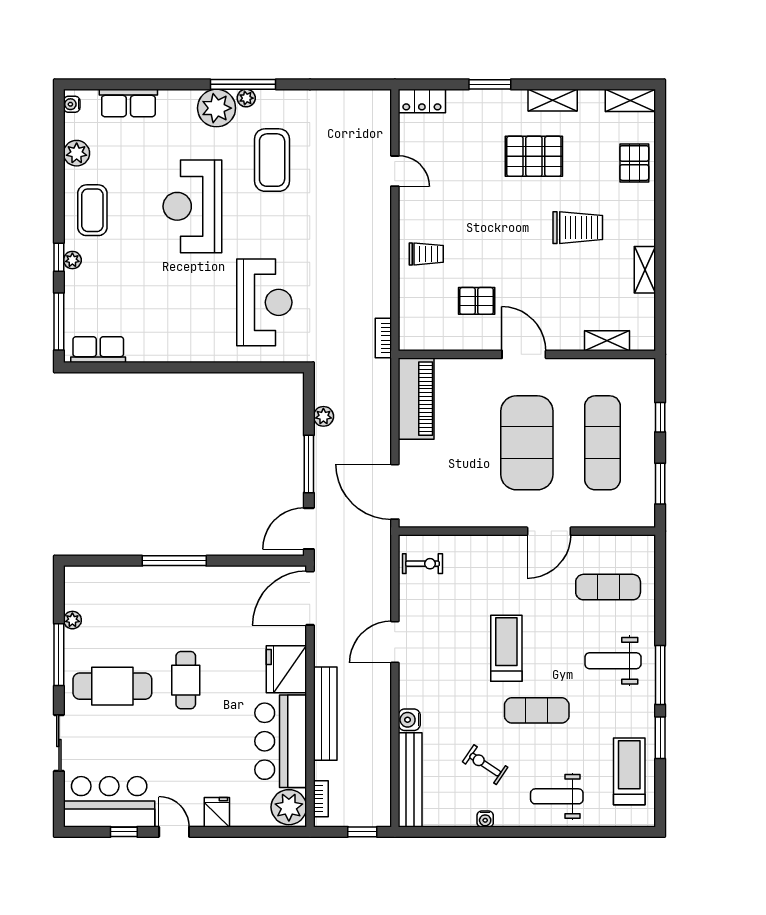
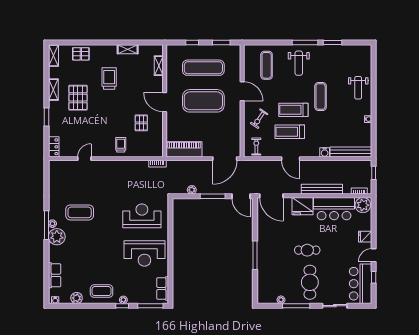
reception desk: (192, 206) -> (144, 254), moved
door: (524, 354) -> (165, 102), hinge flipped
exercise bike: (485, 765) -> (259, 119), moved
treadmill: (629, 771) -> (290, 132), moved

